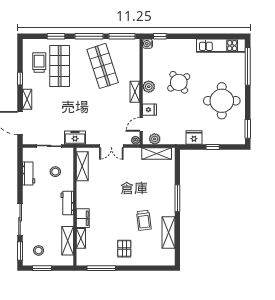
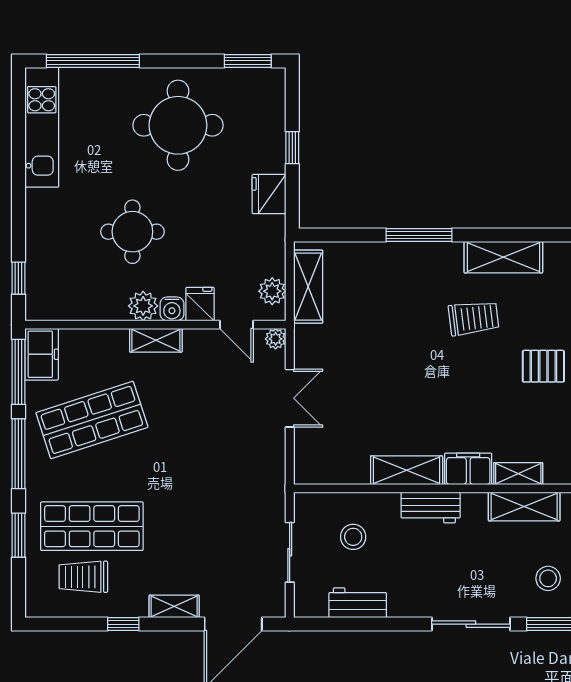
water cooler: (148, 44) -> (172, 309), moved
round table: (179, 82) -> (132, 232), turned 36
freezer: (75, 138) -> (42, 354), moved, turned 180
shelving: (82, 166) -> (407, 470), moved

